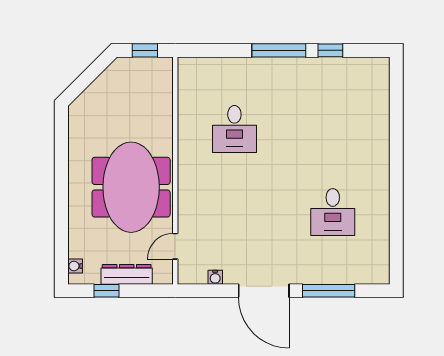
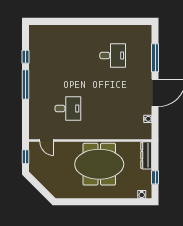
door: (175, 246) -> (47, 140), moved
dresser: (127, 274) -> (146, 155), moved

